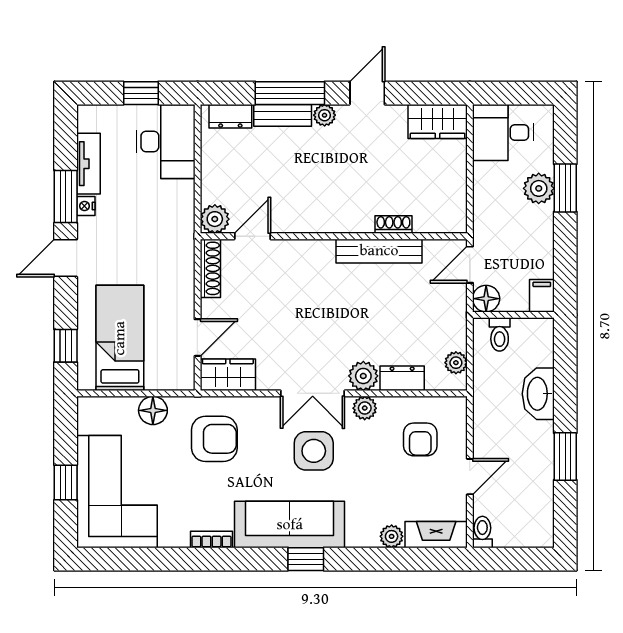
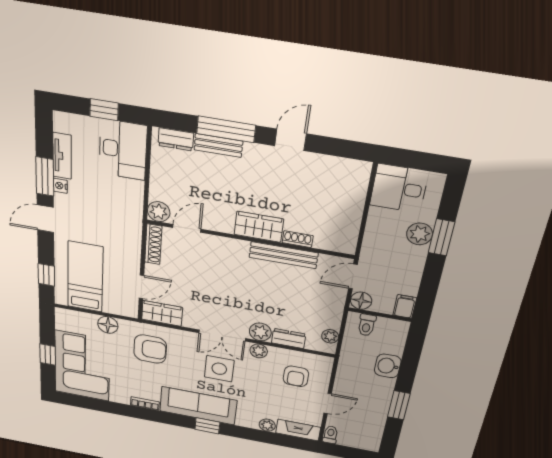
plant: (325, 115) -> (253, 151), removed
wardrobe: (438, 121) -> (259, 227), moved, turned 180
washbasin: (538, 394) -> (388, 366), width x0.72

